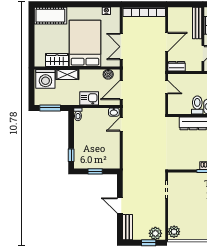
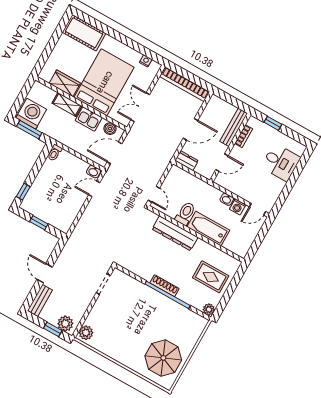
washing machine: (45, 79) -> (31, 114), moved, turned 180
door: (167, 87) -> (154, 194), moved
kitchen sink: (89, 98) -> (89, 119), moved, turned 180

